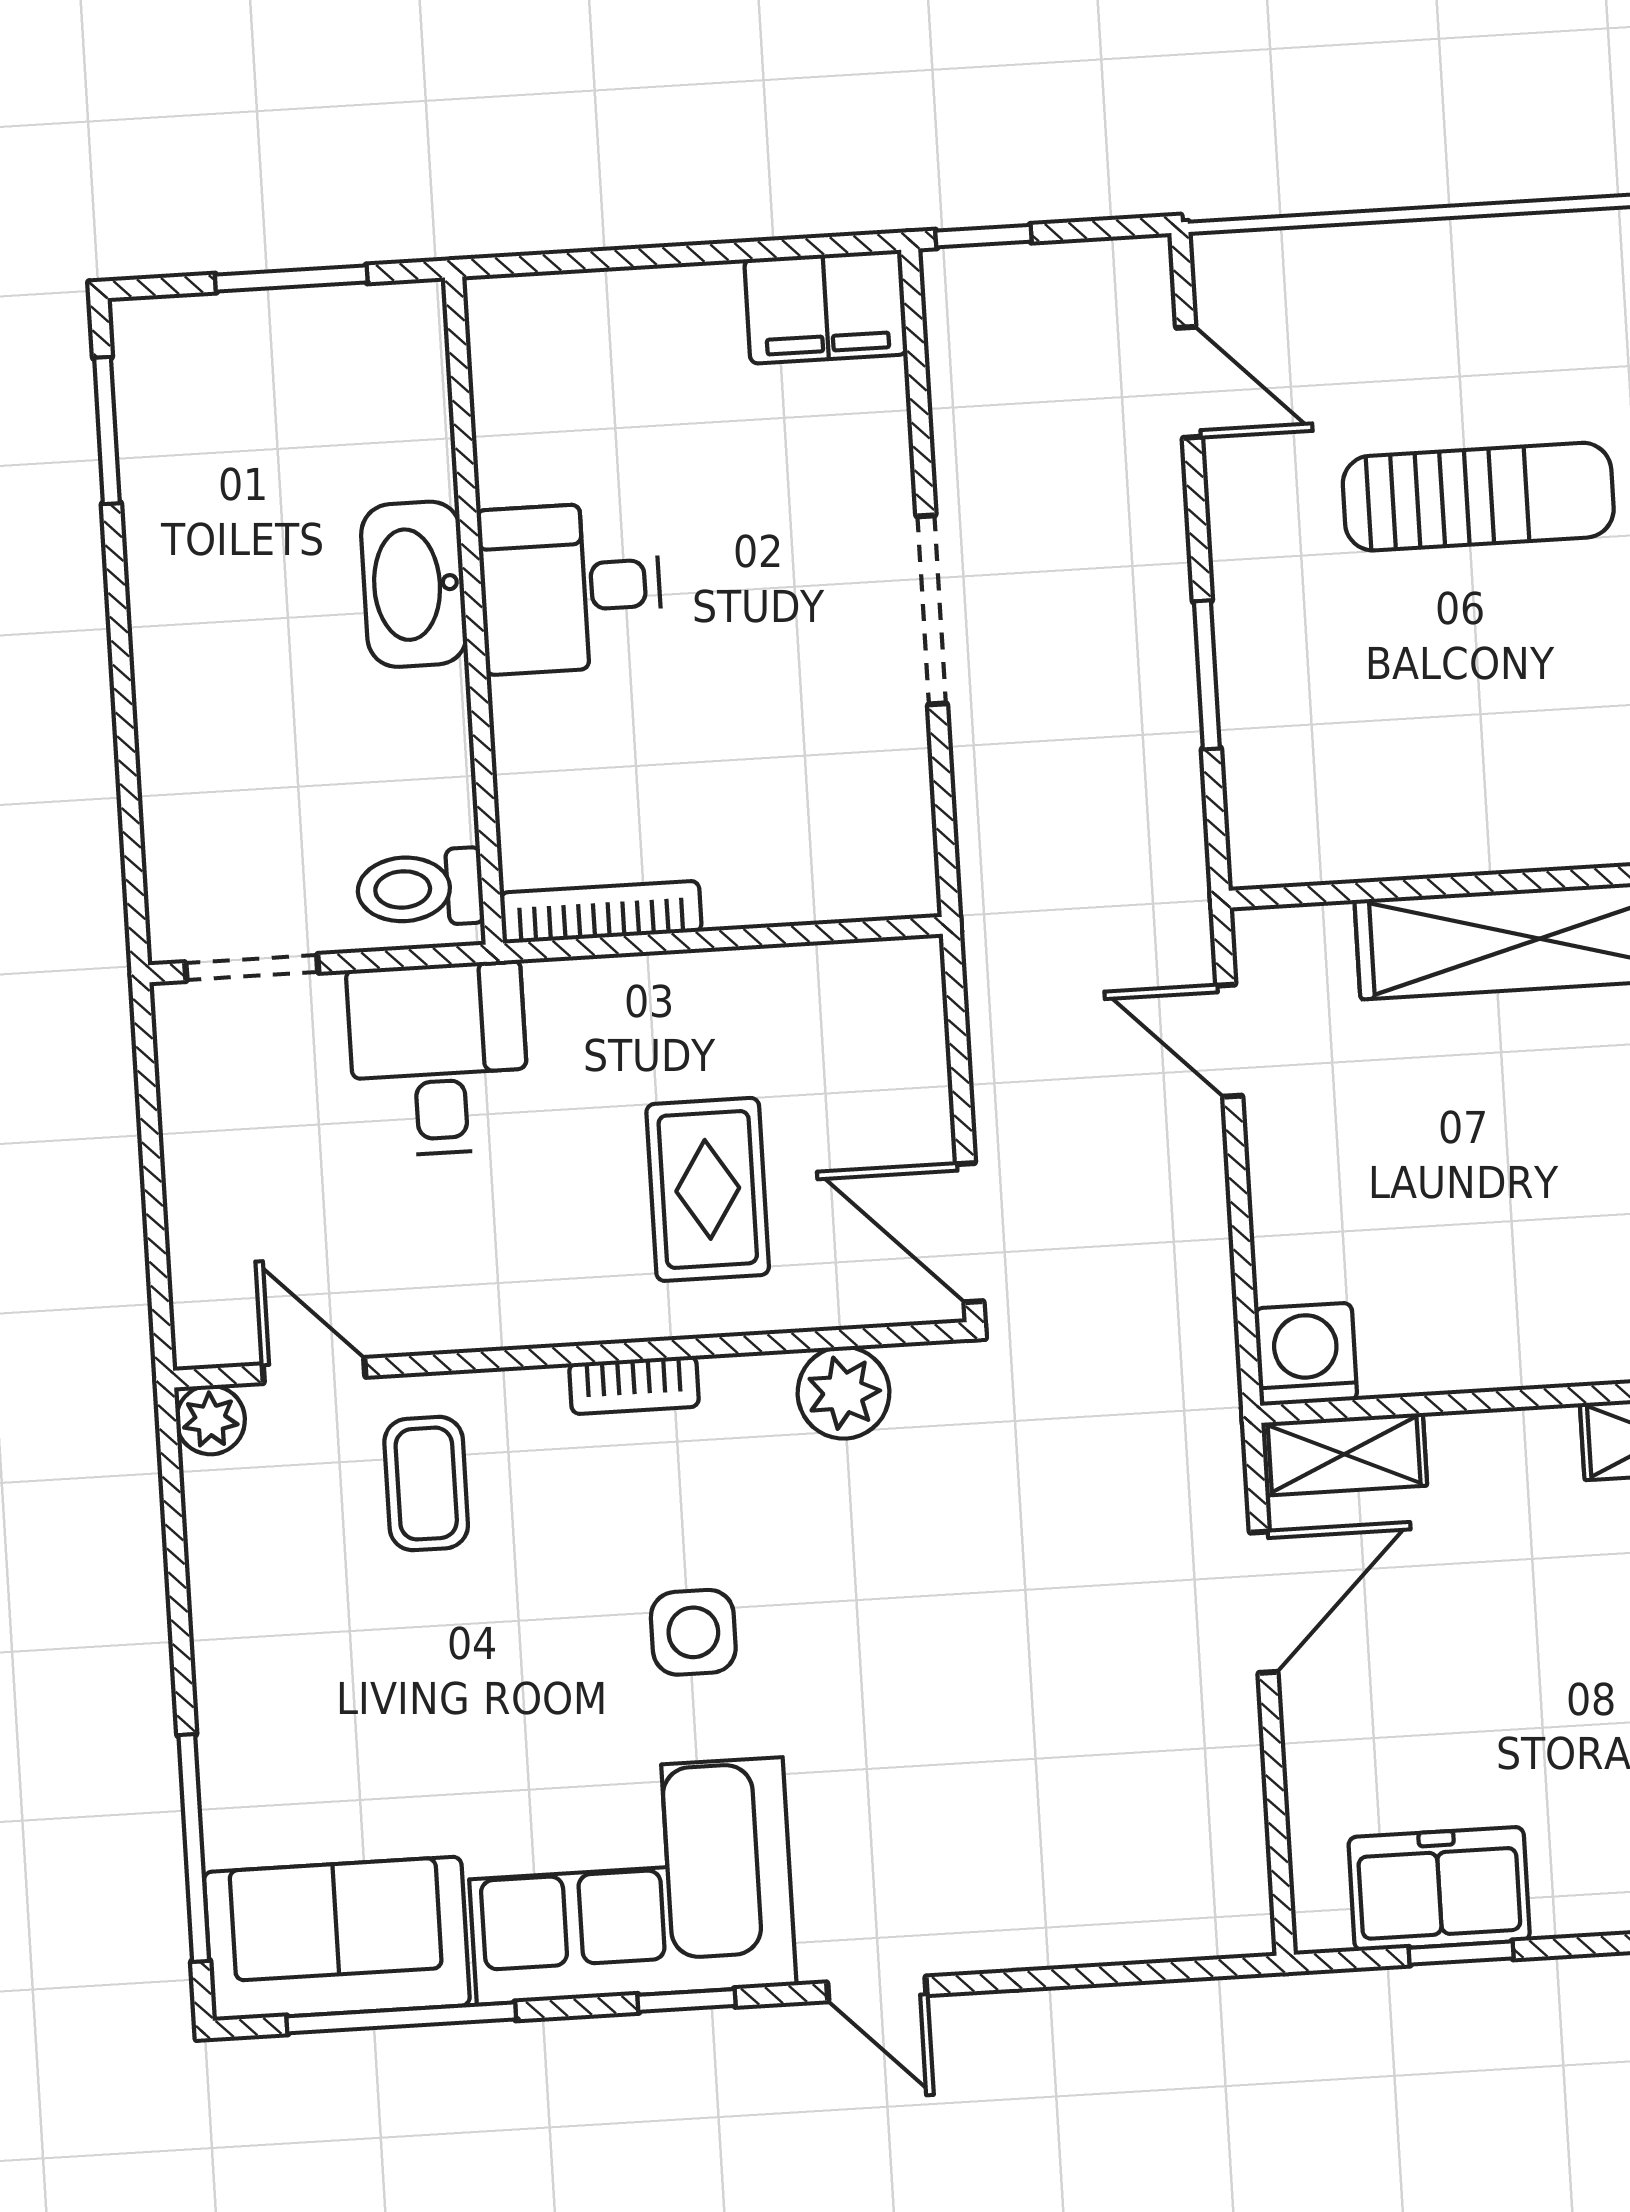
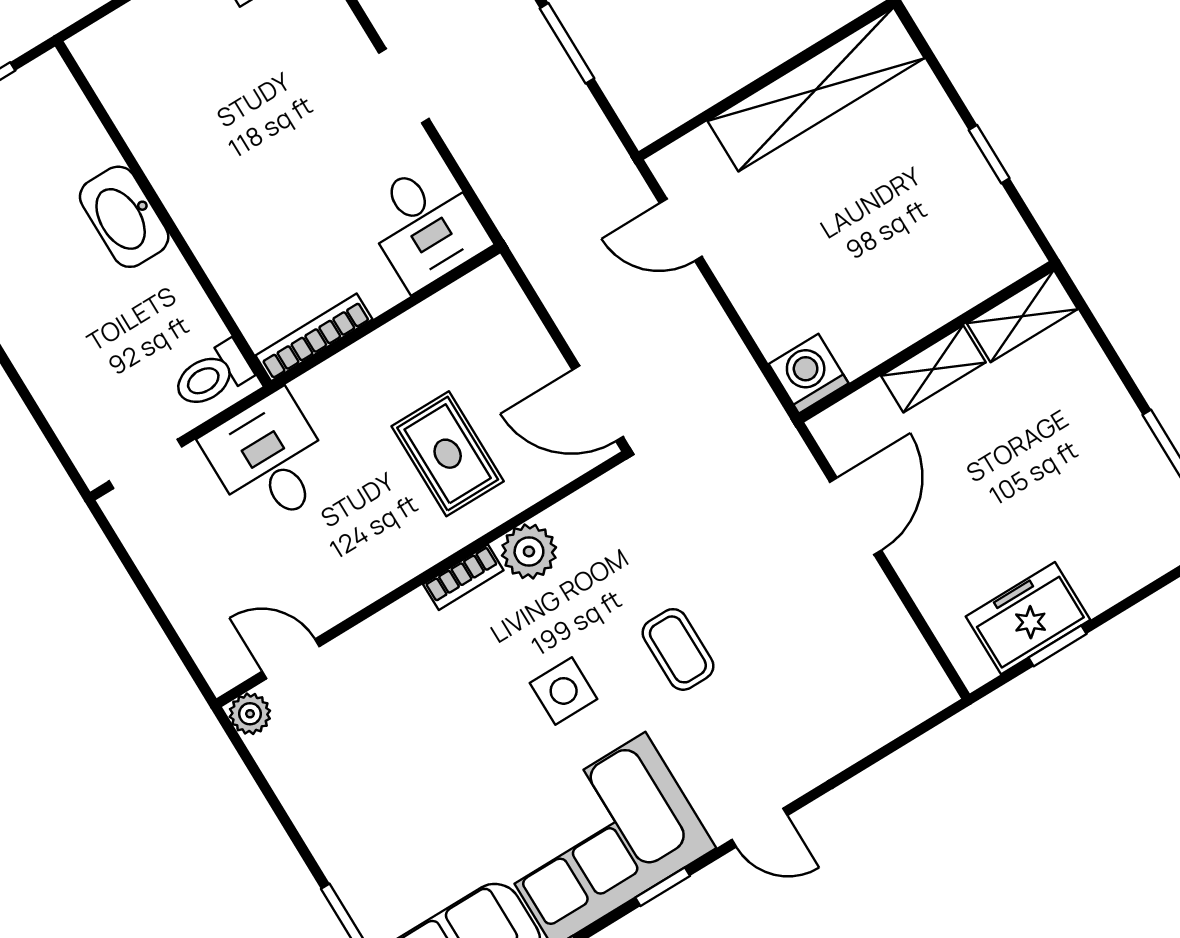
desk: (570, 588) -> (425, 225), moved, turned -90
doorway: (932, 610) -> (404, 86), width x0.73
plant: (844, 1393) -> (529, 551), moved
shelving: (1344, 1454) -> (933, 369), moved
coffee table: (426, 1484) -> (678, 649), moved

